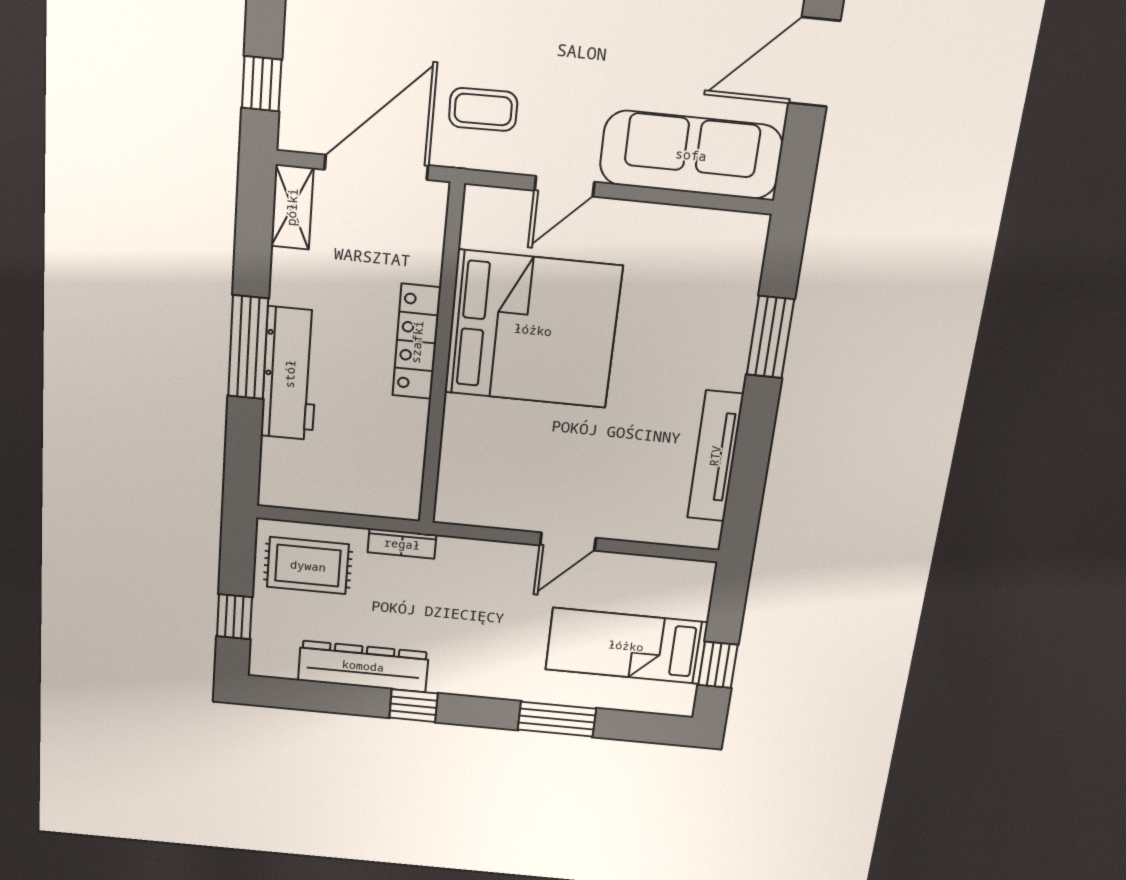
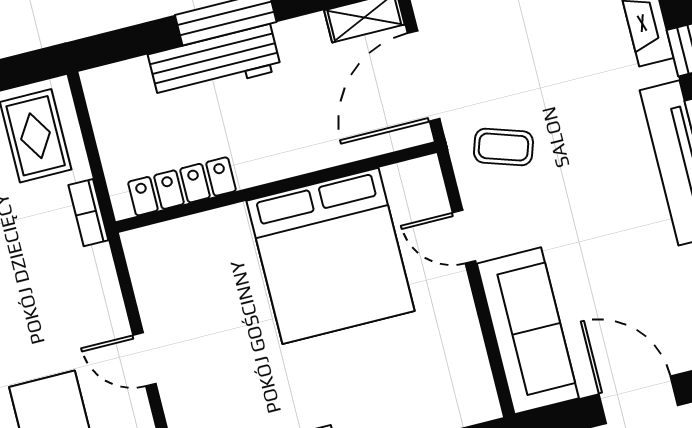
coffee table: (483, 109) -> (503, 147), turned -71
door: (376, 167) -> (424, 76), swing flipped
locker: (417, 342) -> (182, 186), moved

